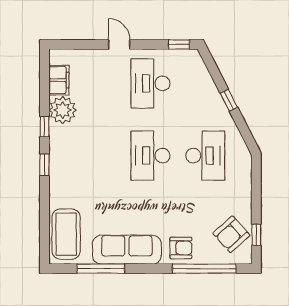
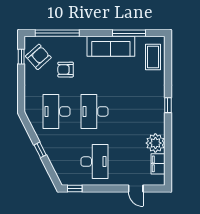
door: (119, 44) -> (136, 189), moved
window: (45, 127) -> (168, 132), removed
desk: (150, 156) -> (95, 111), turned 180
coffee table: (66, 234) -> (153, 57), width x0.73, depth x0.76
armchair: (181, 248) -> (66, 70), moved

